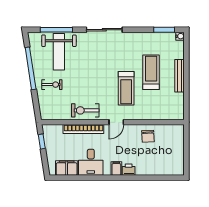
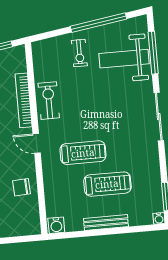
treadmill: (126, 88) -> (83, 153), turned 180
water cooler: (178, 113) -> (56, 225), added

